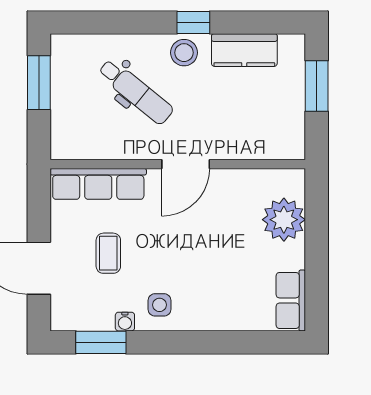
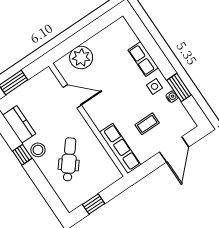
window: (39, 83) -> (94, 204), width x0.67
door: (186, 164) -> (72, 96), moved
row of seats: (291, 300) -> (143, 59), moved, turned 90
window: (101, 342) -> (179, 88), moved

